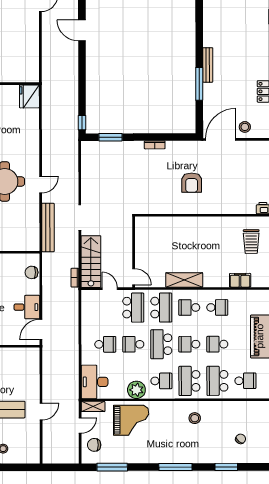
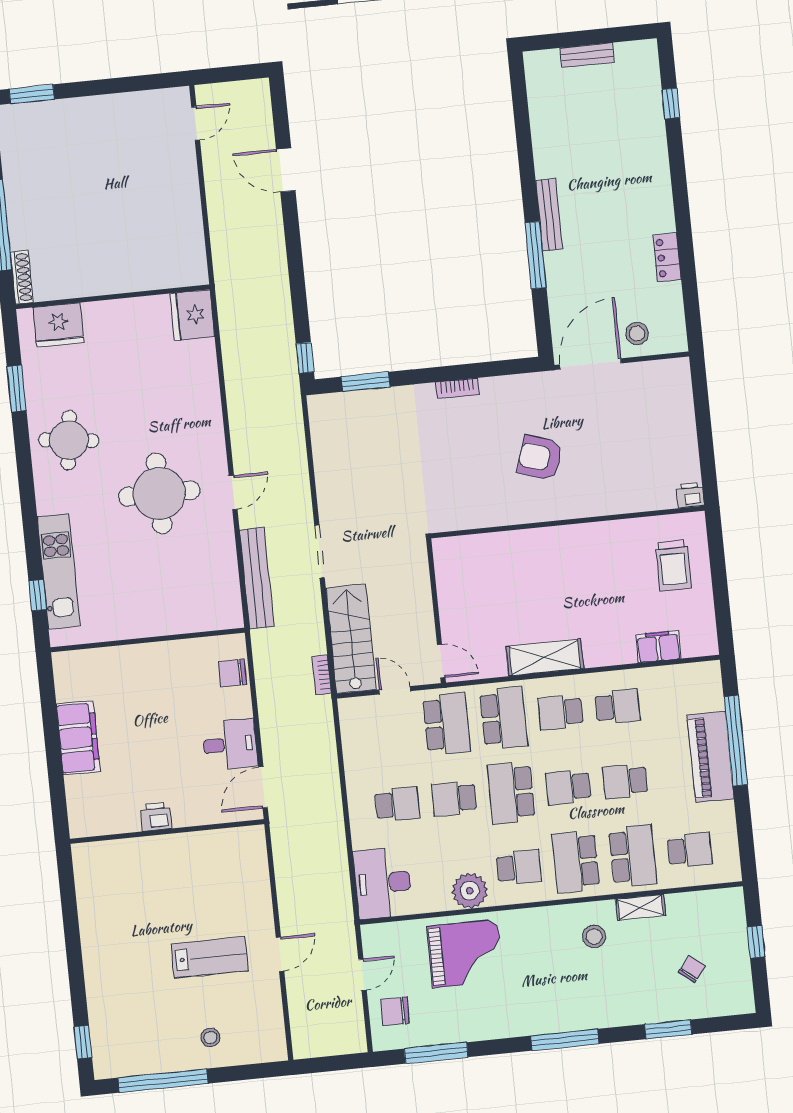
armchair: (192, 183) -> (540, 458), turned 108
school desk: (217, 381) -> (633, 856), turned 180
shelving: (93, 406) -> (641, 907), moved

